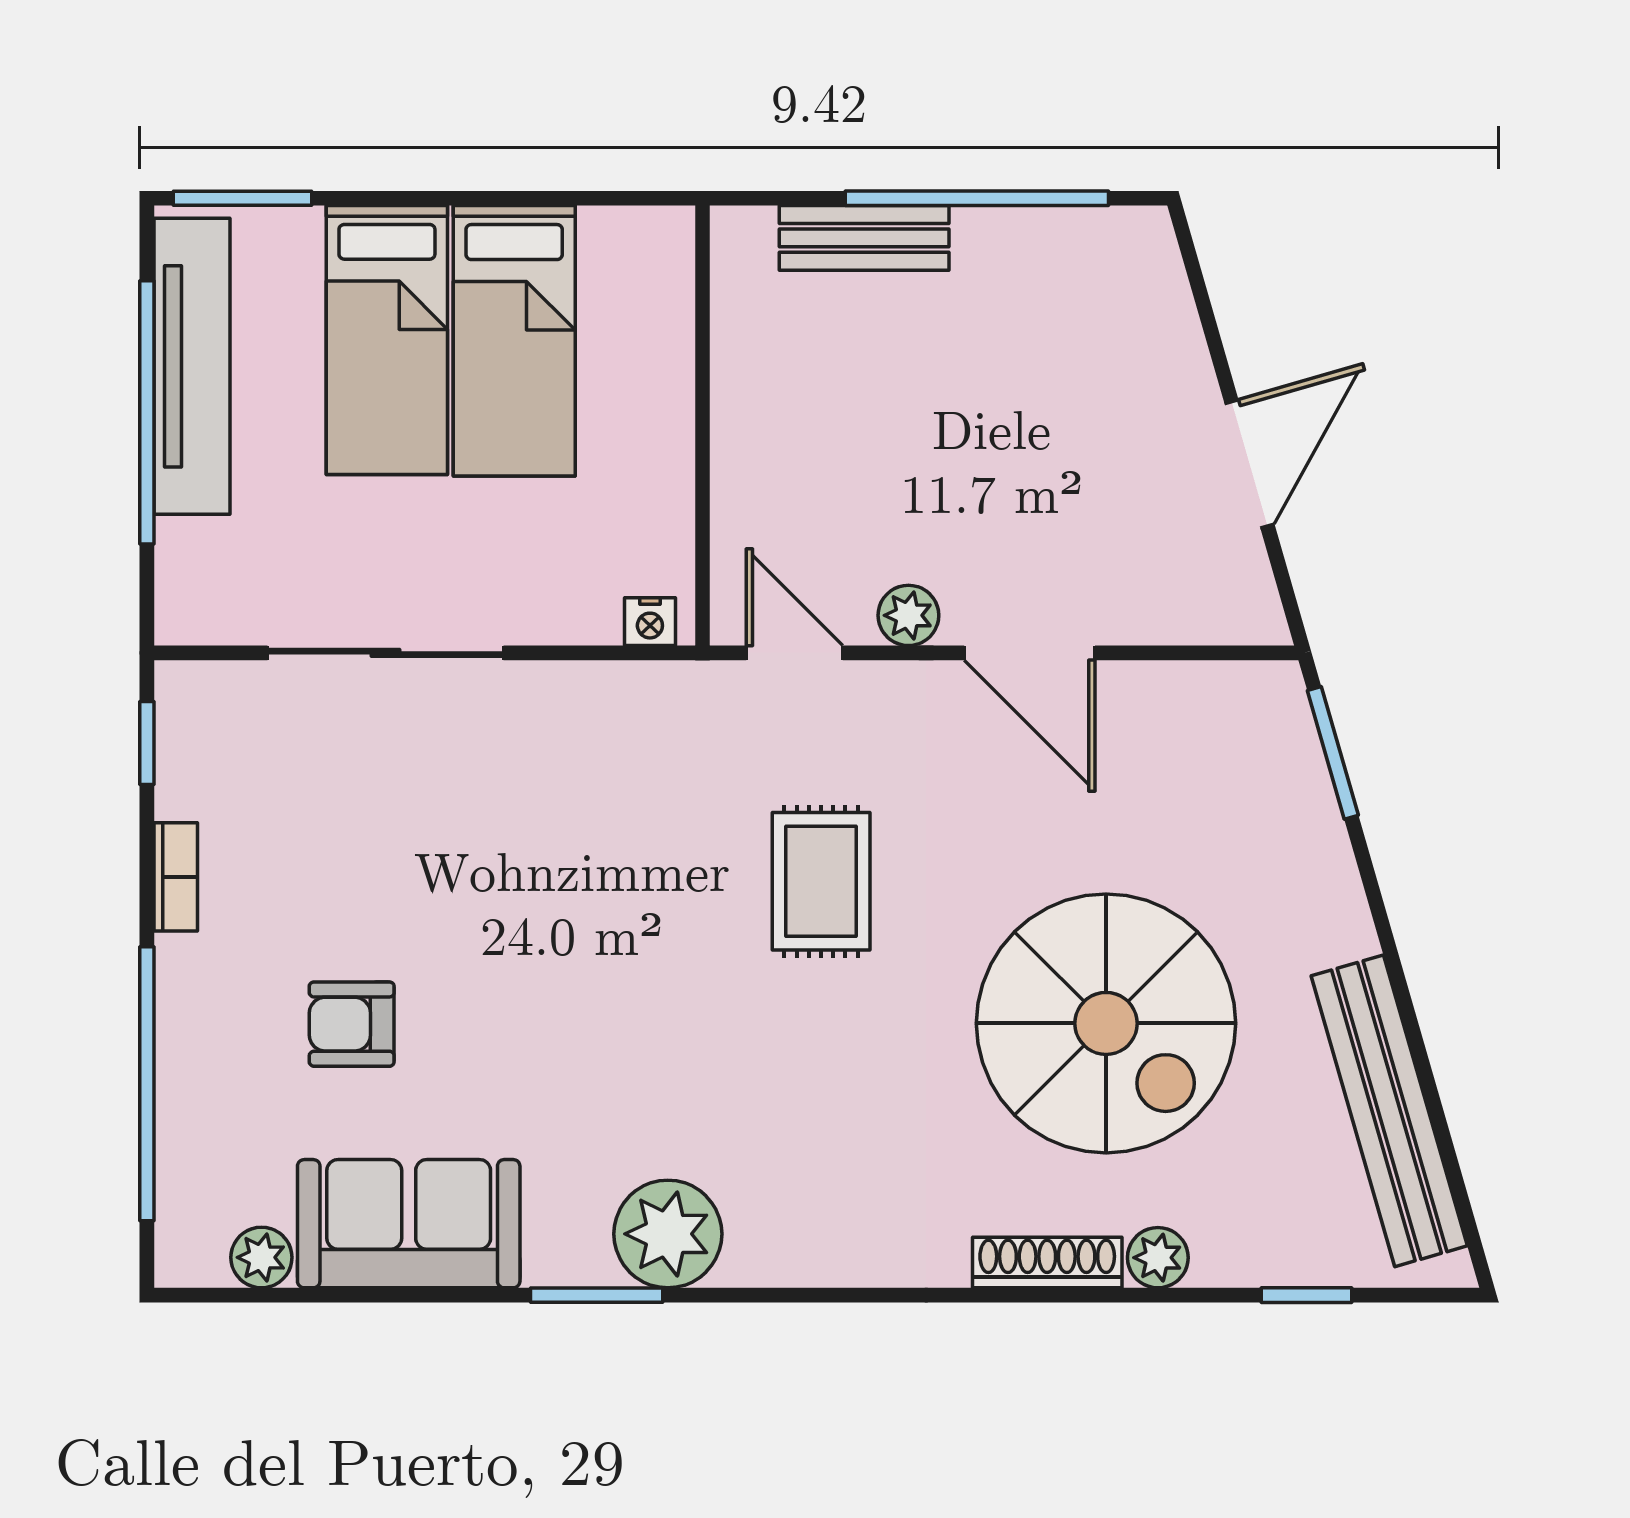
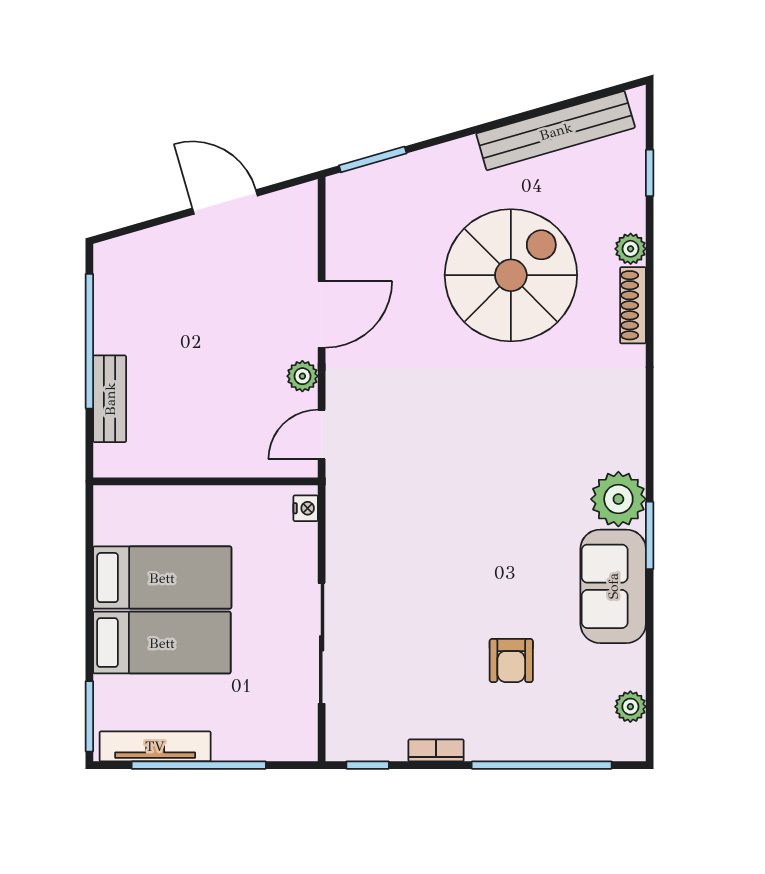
tv unit: (192, 366) -> (155, 746), width x0.73, depth x0.78
rug: (821, 881) -> (438, 421), removed
sofa: (409, 1224) -> (613, 586), moved

